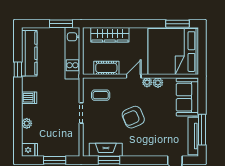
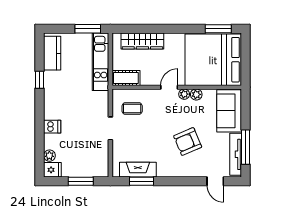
kitchen counter: (29, 53) -> (52, 53), width x0.67
cot: (106, 68) -> (126, 78), moved
dishwasher: (29, 98) -> (52, 127), moved
armchair: (133, 117) -> (188, 141), moved
plant: (27, 123) -> (49, 156), moved

